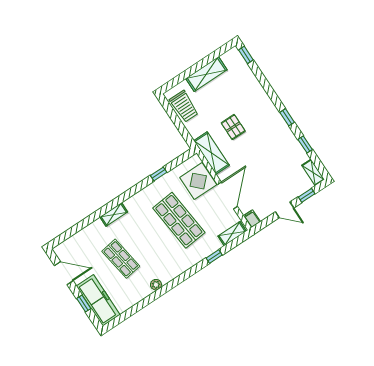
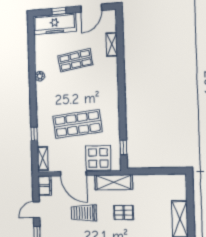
trolley: (184, 106) -> (84, 213), moved
window: (159, 174) -> (123, 147), moved
shelving: (114, 215) -> (112, 44), moved
filing cabinet: (252, 219) -> (45, 186), width x2.00

